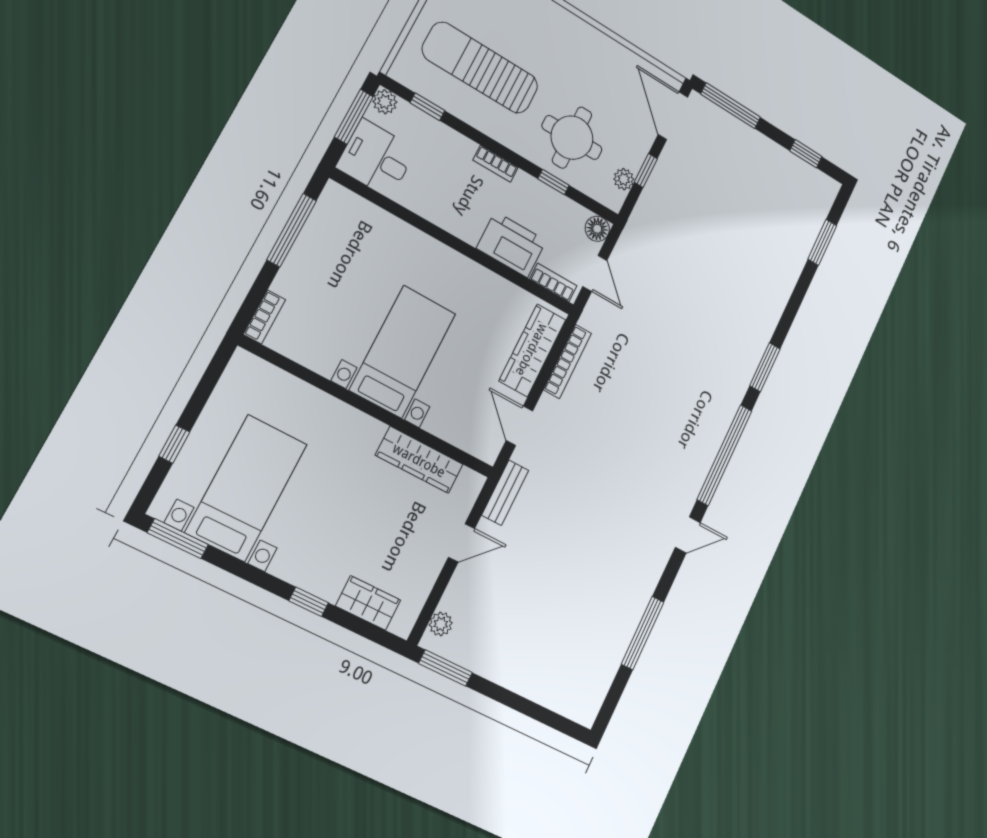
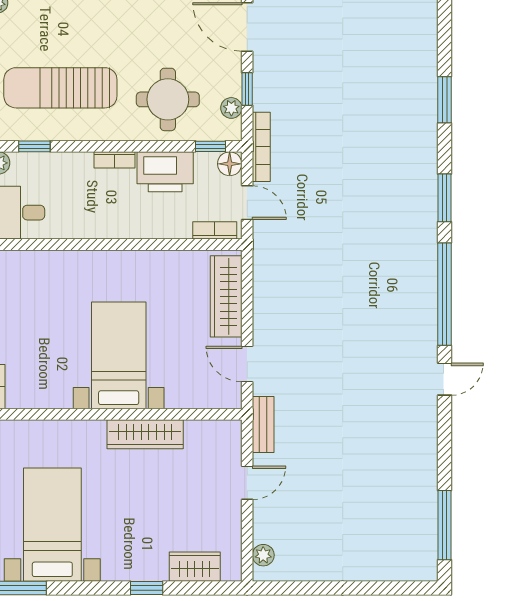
window: (553, 182) -> (211, 146), moved
window: (822, 242) -> (445, 100), moved
printer: (511, 245) -> (165, 172), moved, turned 180
bookcase: (568, 361) -> (261, 147), moved
wardrobe: (419, 460) -> (145, 434), moved
window: (643, 633) -> (445, 525), moved
window: (446, 668) -> (285, 588), removed

